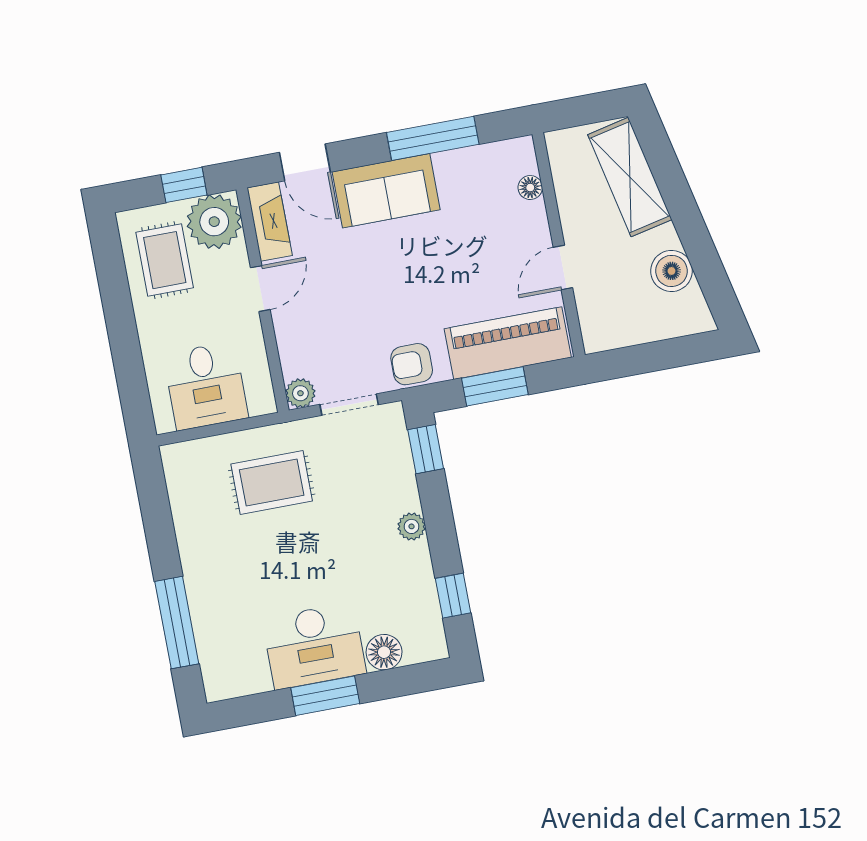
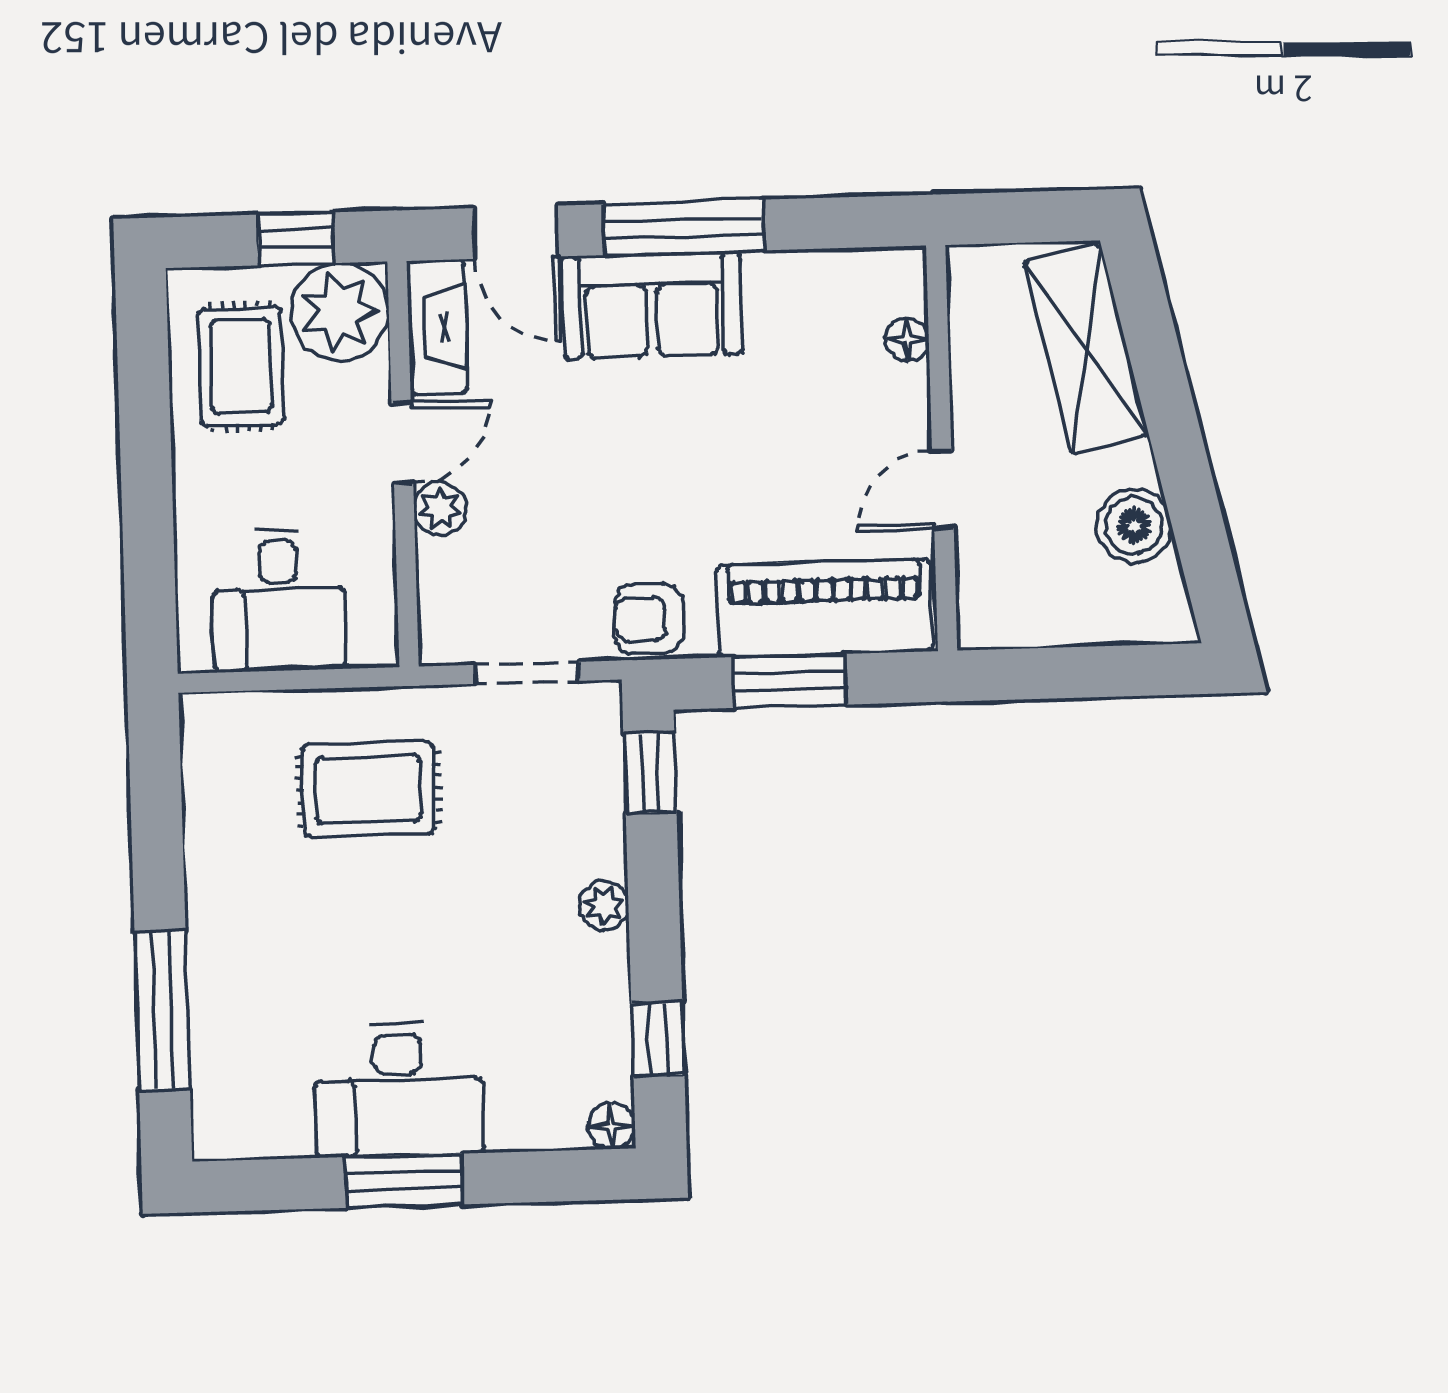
window: (433, 138) -> (684, 227), moved
plant: (300, 393) -> (440, 509), moved
floor lamp: (384, 652) -> (612, 1126), moved, width x0.73, depth x0.73

